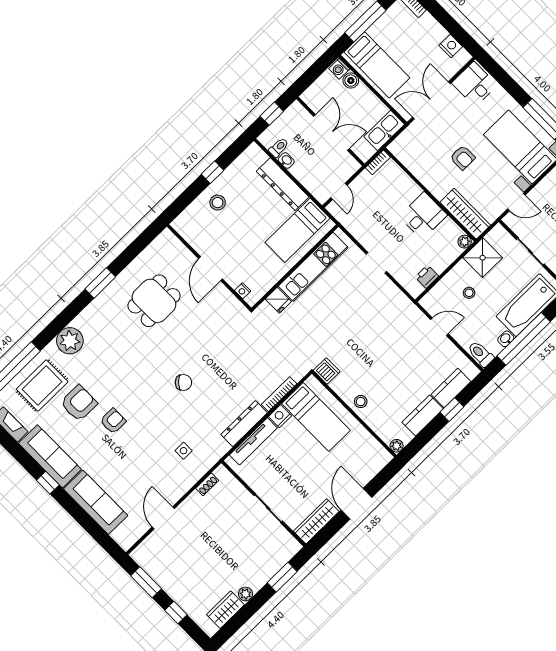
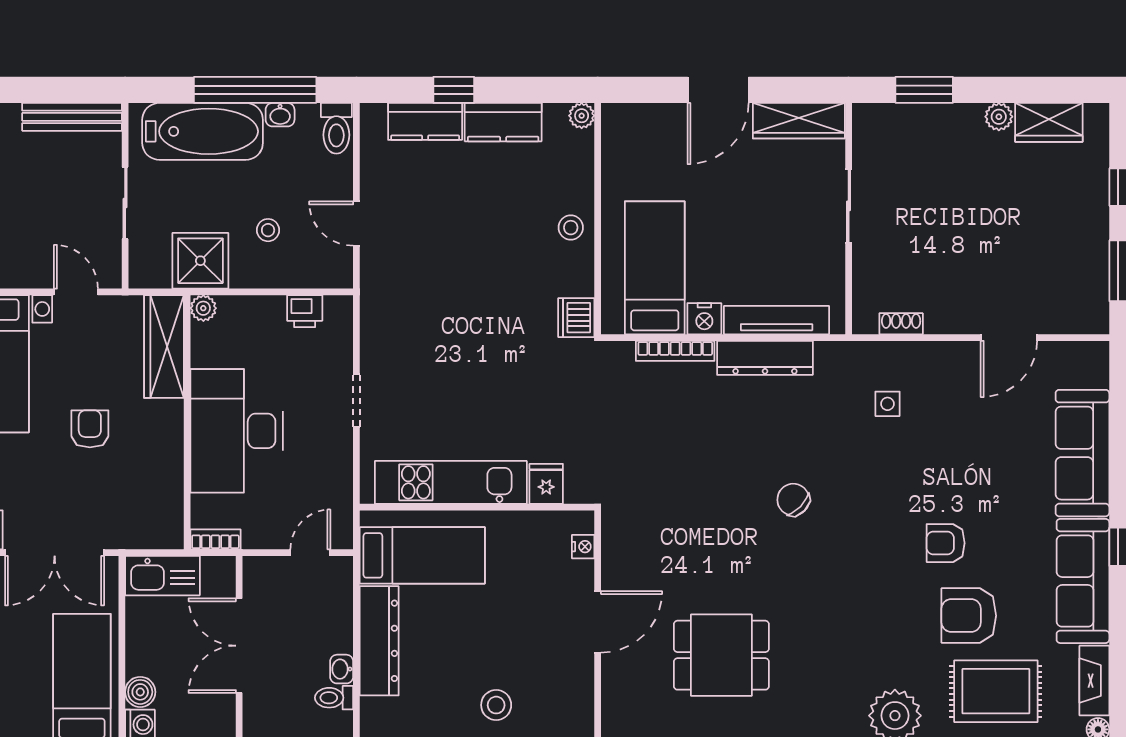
desk: (423, 216) -> (237, 431), width x1.87, depth x1.30

